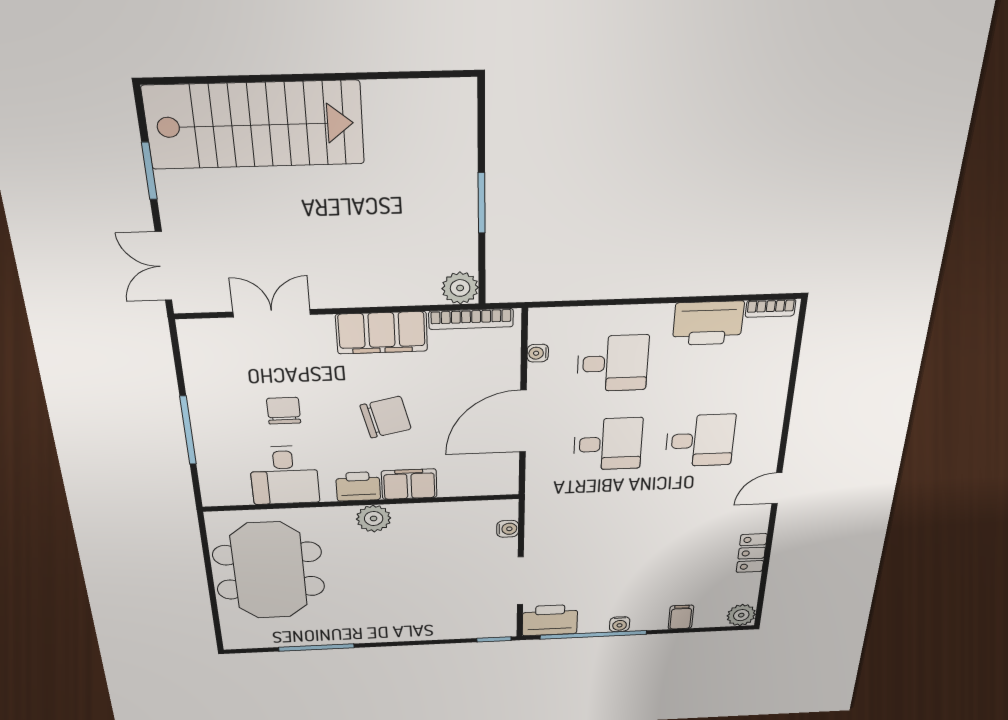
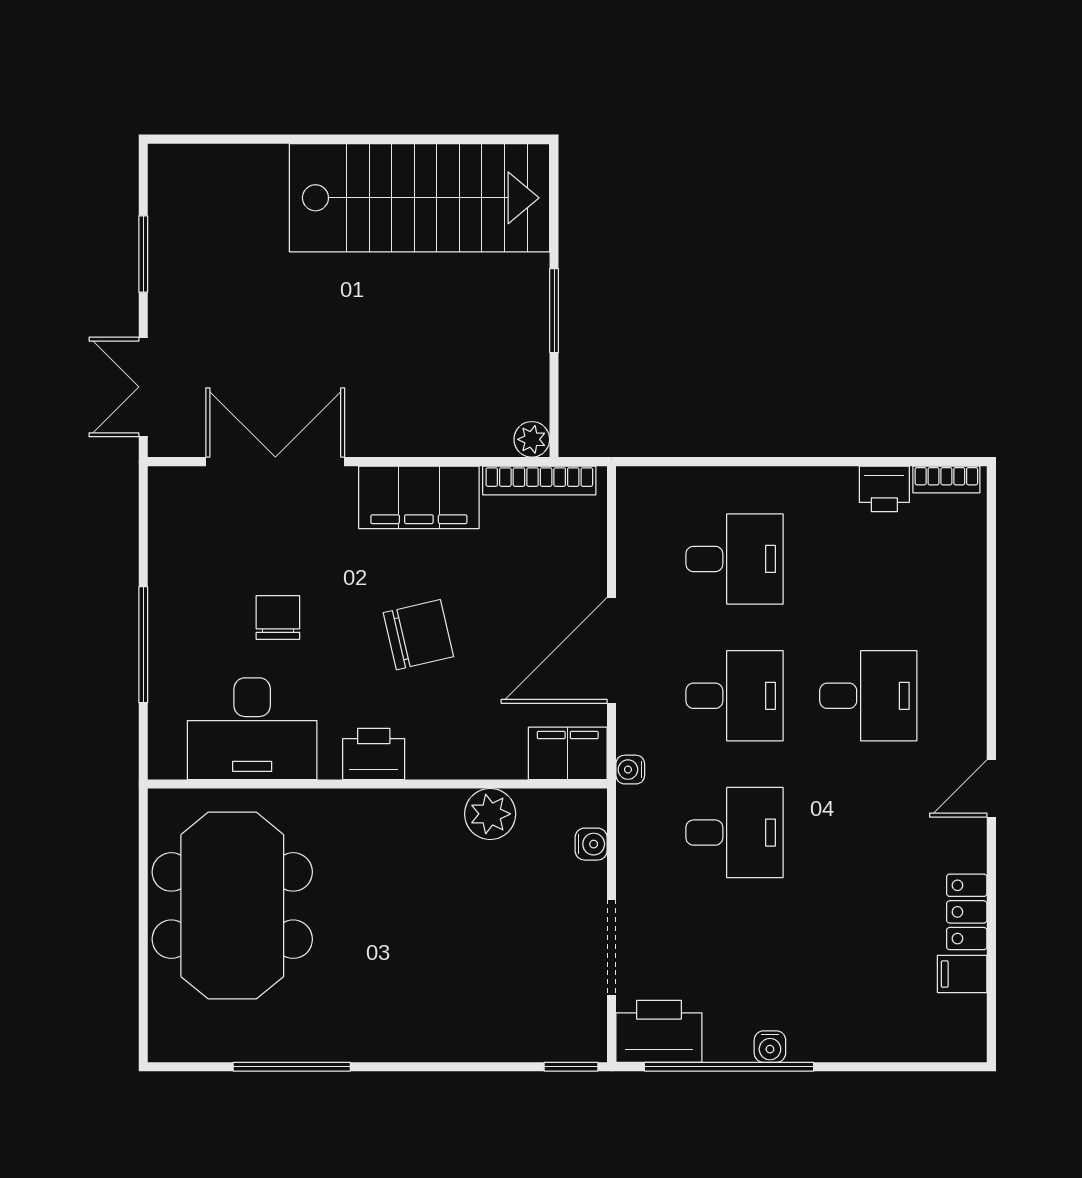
stairs: (255, 125) -> (420, 198), moved
plant: (460, 288) -> (532, 439), width x0.73, depth x0.73
double door: (272, 313) -> (275, 462), width x1.37
printer: (708, 323) -> (884, 489), width x0.53, depth x0.68
water cooler: (538, 353) -> (630, 770), moved
desk: (284, 475) -> (252, 729), width x1.37
filing cabinet: (409, 484) -> (568, 753), moved
plant: (374, 518) -> (490, 814), moved
desk: (604, 519) -> (735, 833), added
plant: (741, 615) -> (964, 1039), removed
filing cabinet: (681, 617) -> (962, 974), moved, turned -90

